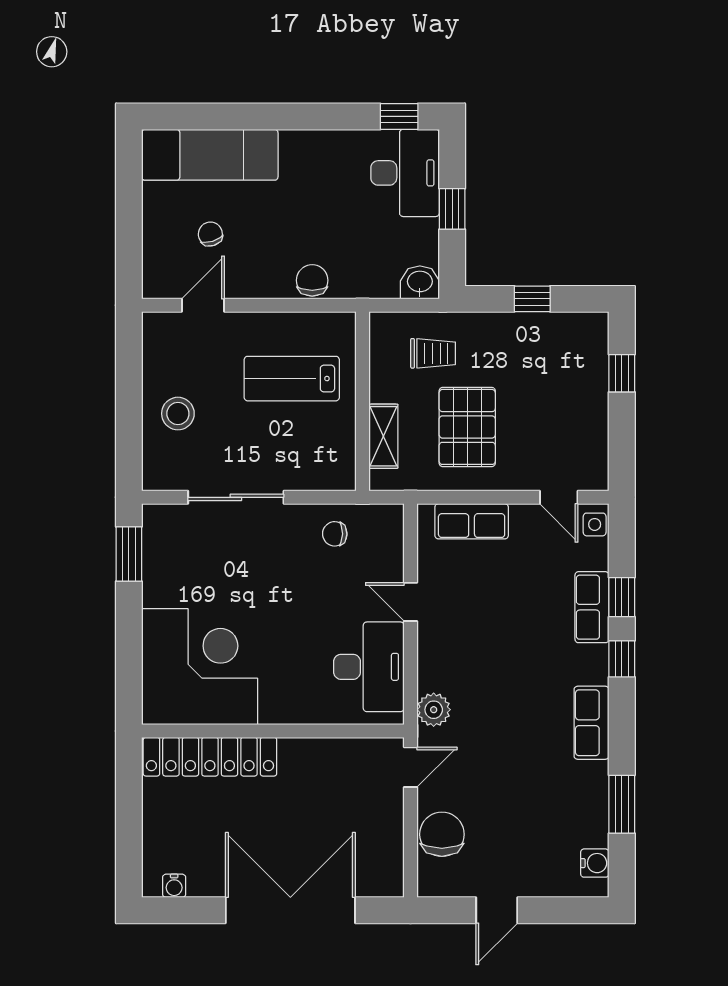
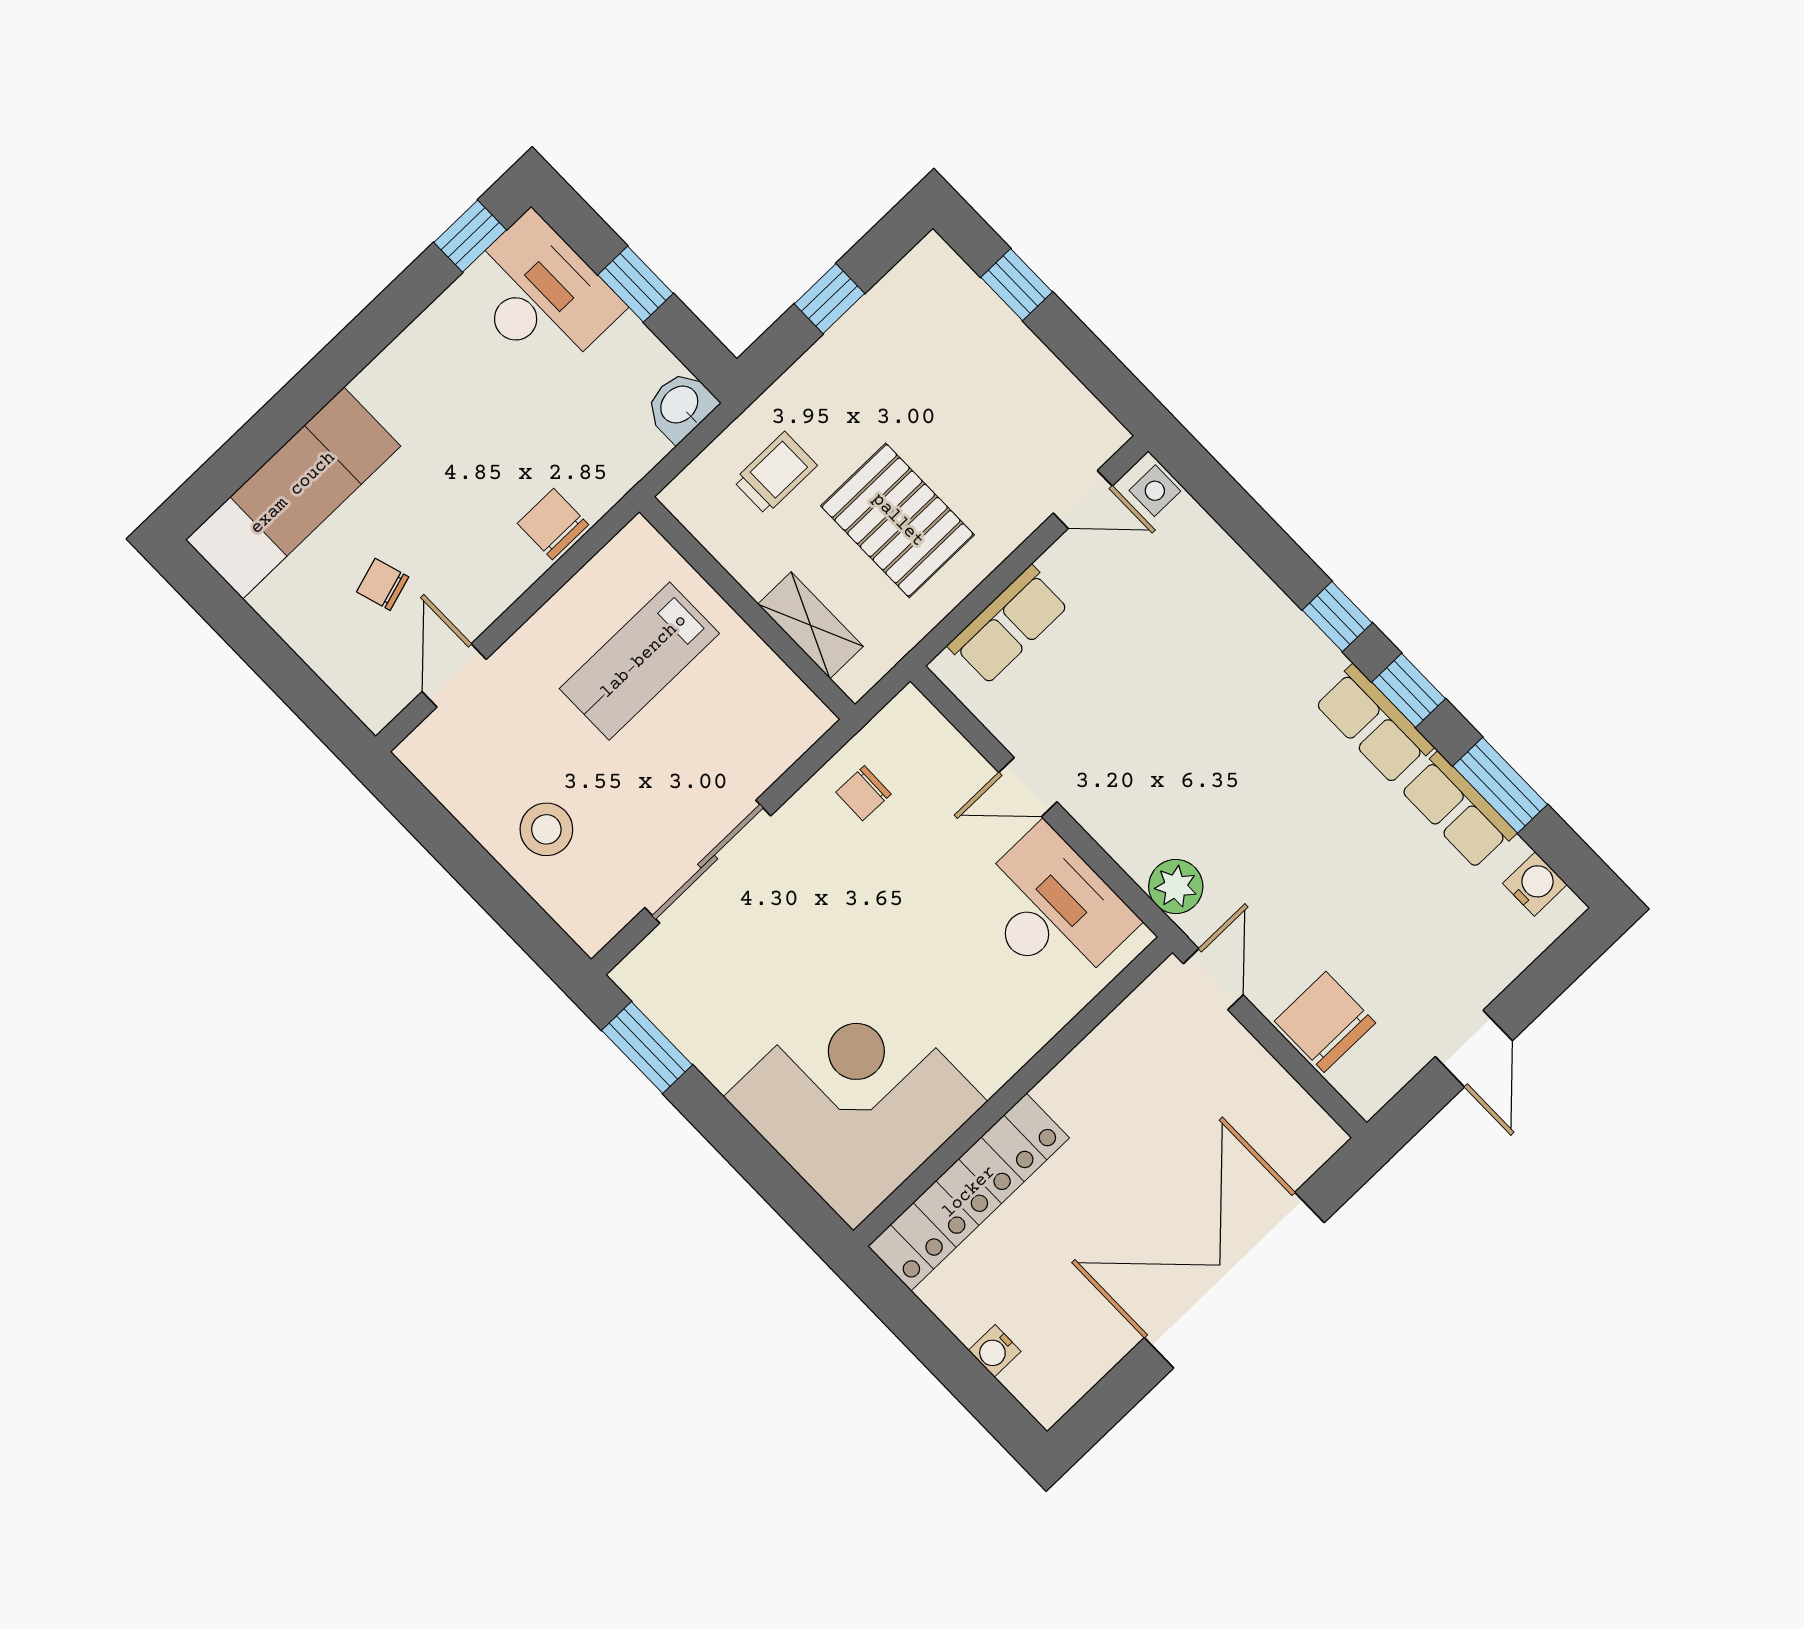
window: (622, 597) -> (1409, 690), moved
row of seats: (592, 607) -> (1458, 811), moved
water cooler: (174, 886) -> (995, 1351), moved, turned 90

